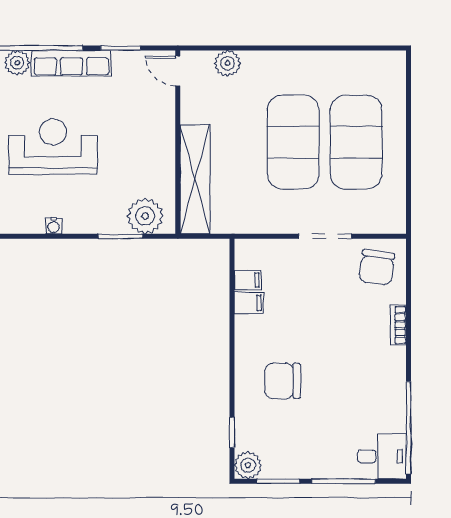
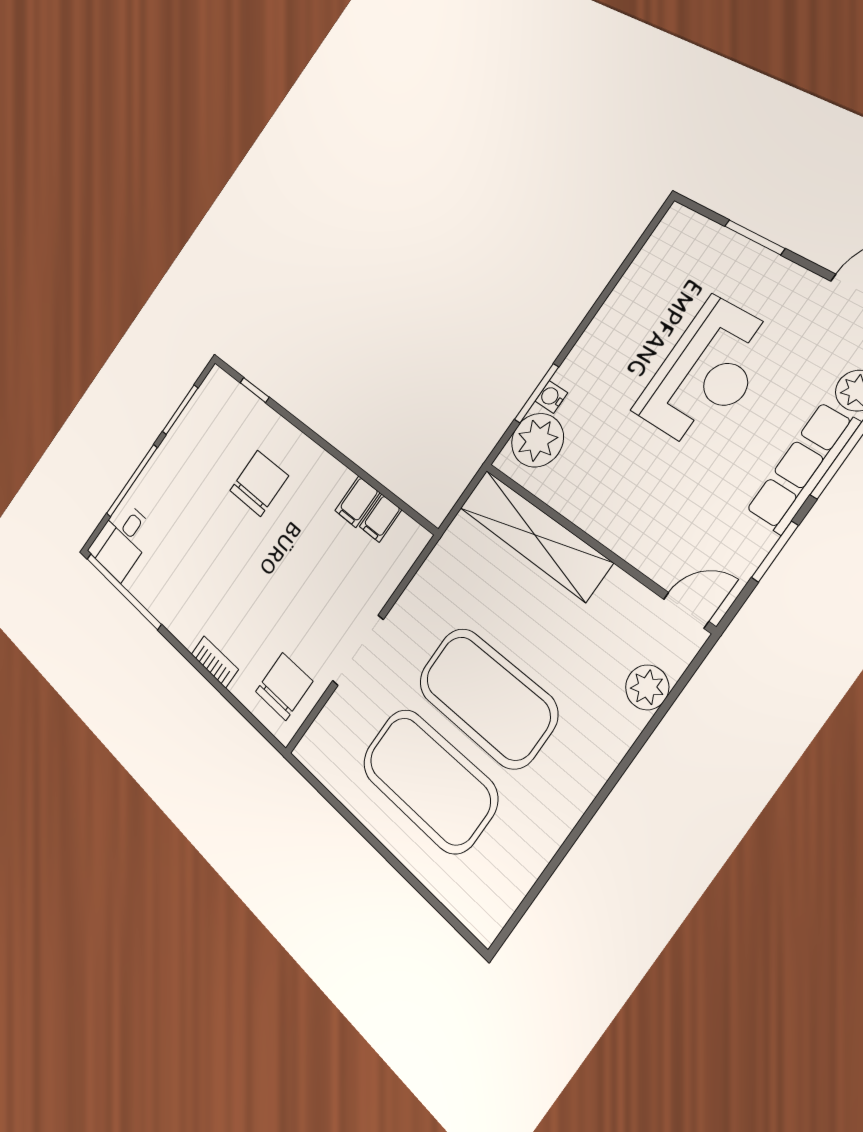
water cooler: (54, 226) -> (551, 397), moved
chair: (377, 267) -> (284, 686), turned 82
plant: (248, 465) -> (216, 387), removed

